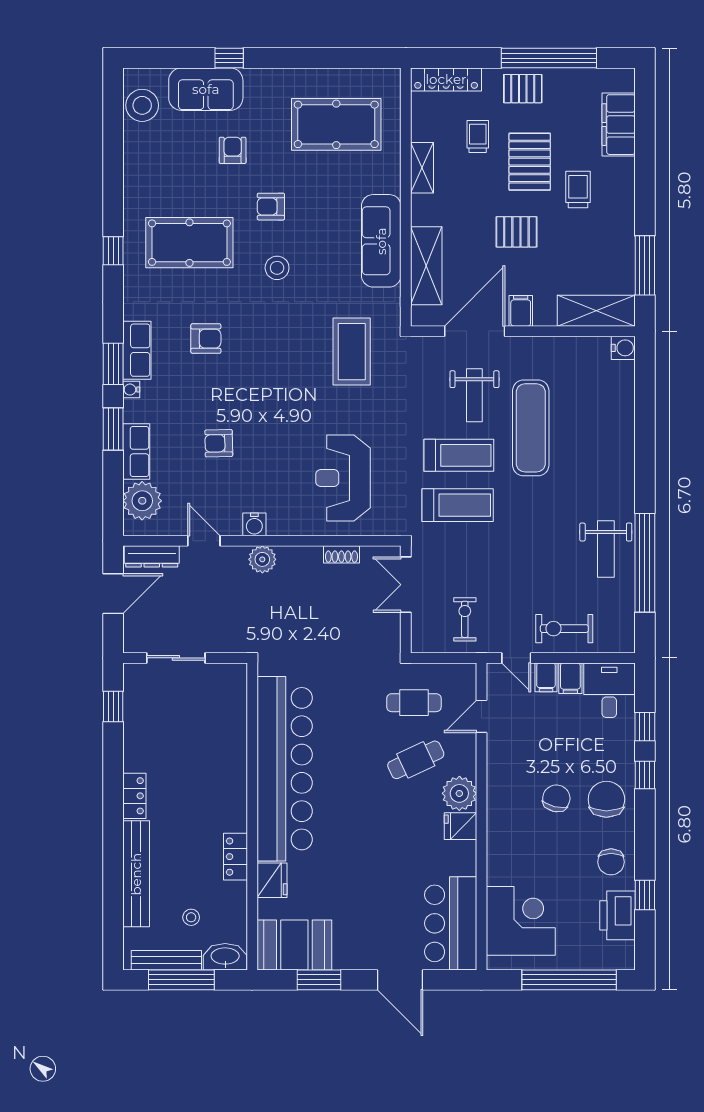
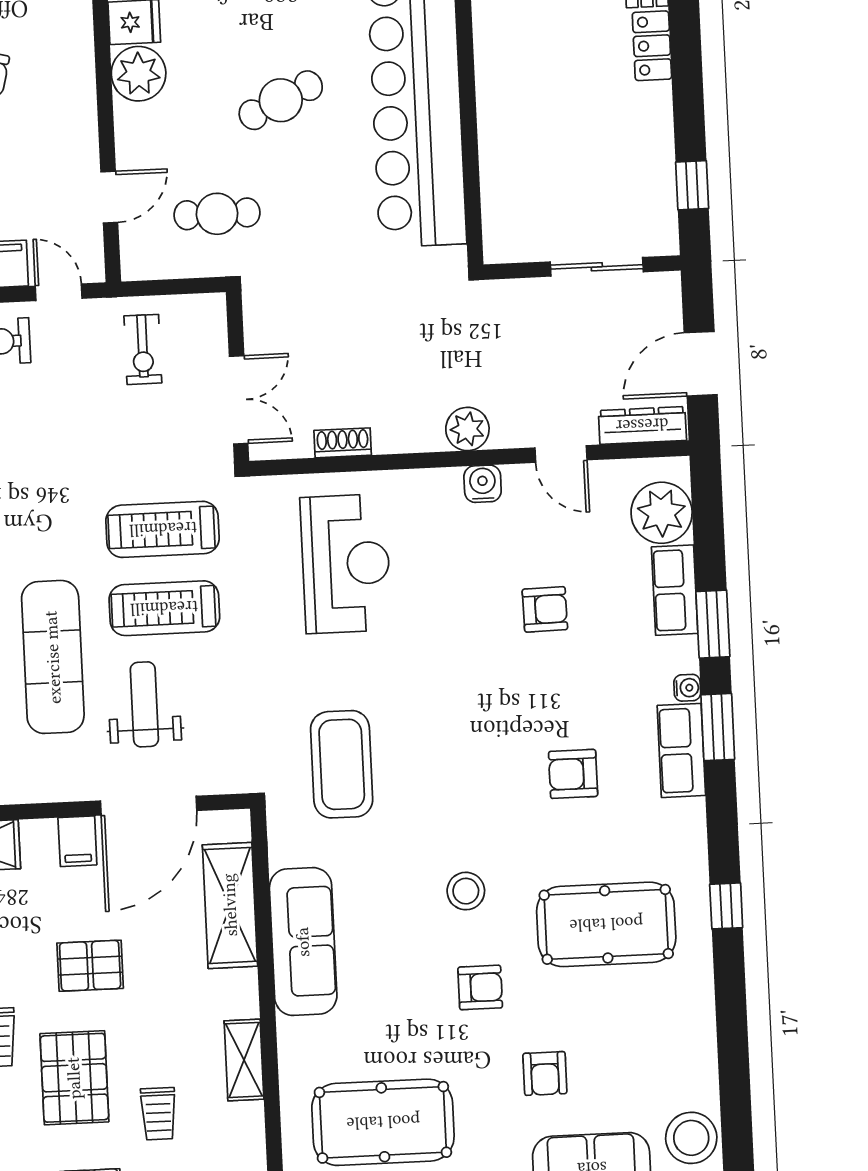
cafe table: (416, 760) -> (281, 100), moved

